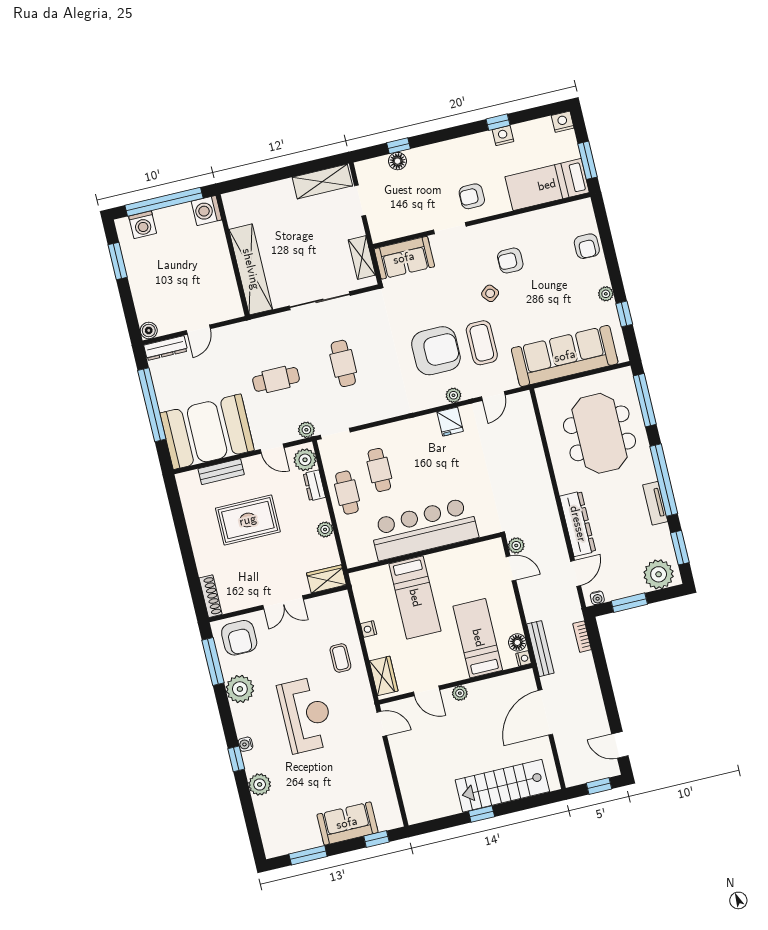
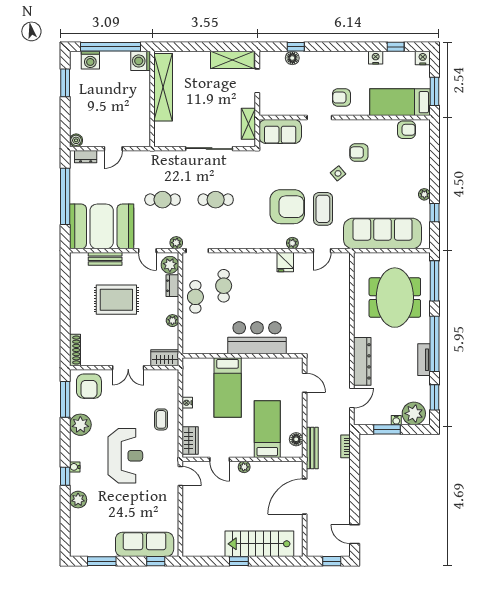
window: (498, 122) -> (396, 47), moved
armchair: (587, 246) -> (406, 130), moved, turned -90
shelving: (251, 269) -> (163, 87), moved
dresser: (166, 348) -> (86, 157), width x0.70
cafe table: (343, 363) -> (216, 200), turned 90
bar counter: (424, 529) -> (257, 338), width x0.73
plant: (516, 545) -> (313, 367), removed
water cooler: (597, 598) -> (396, 420), moved
nightstand: (524, 658) -> (298, 452), removed
sofa: (347, 823) -> (145, 544), width x1.36

